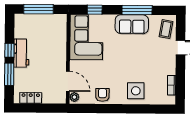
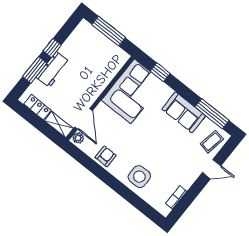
window: (137, 10) -> (212, 114), moved
workbench: (21, 53) -> (53, 70), moved
shelving: (54, 98) -> (59, 125), added

